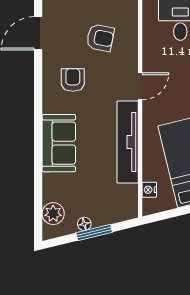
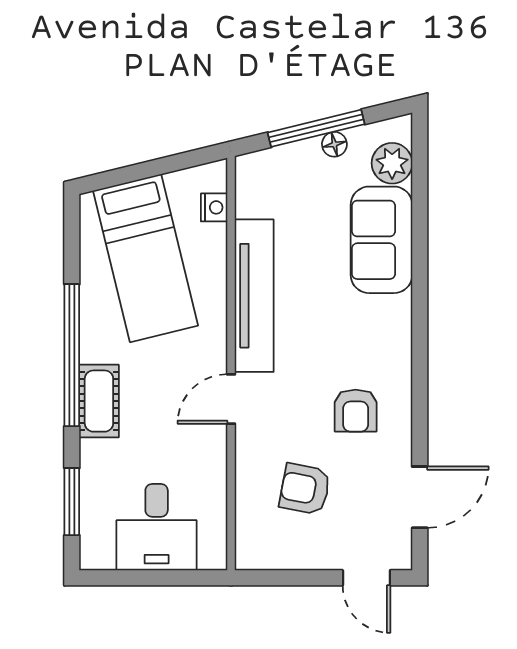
sofa: (59, 143) -> (382, 240), moved
window: (94, 232) -> (316, 128), width x1.44

